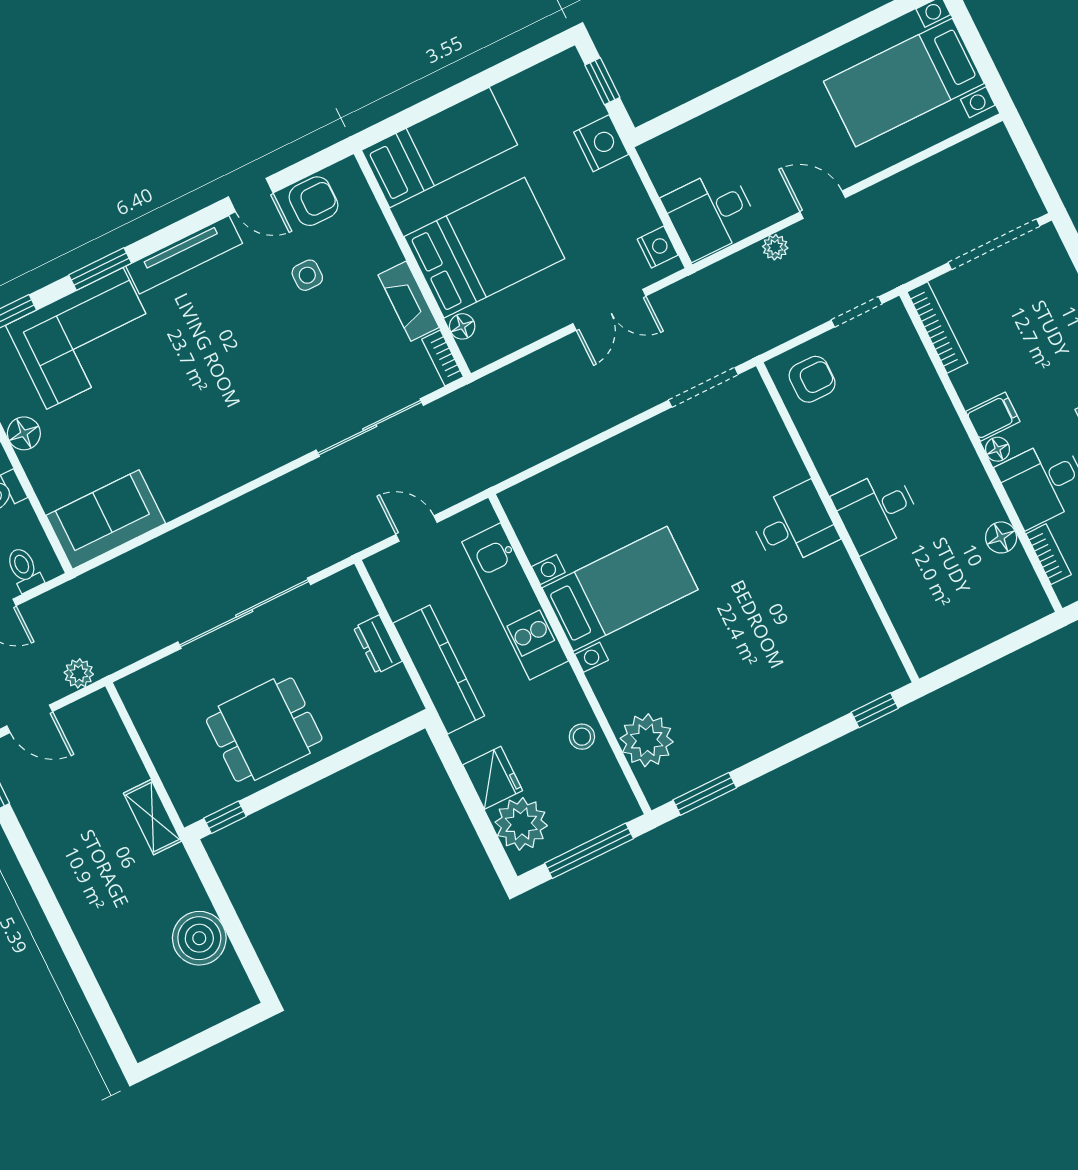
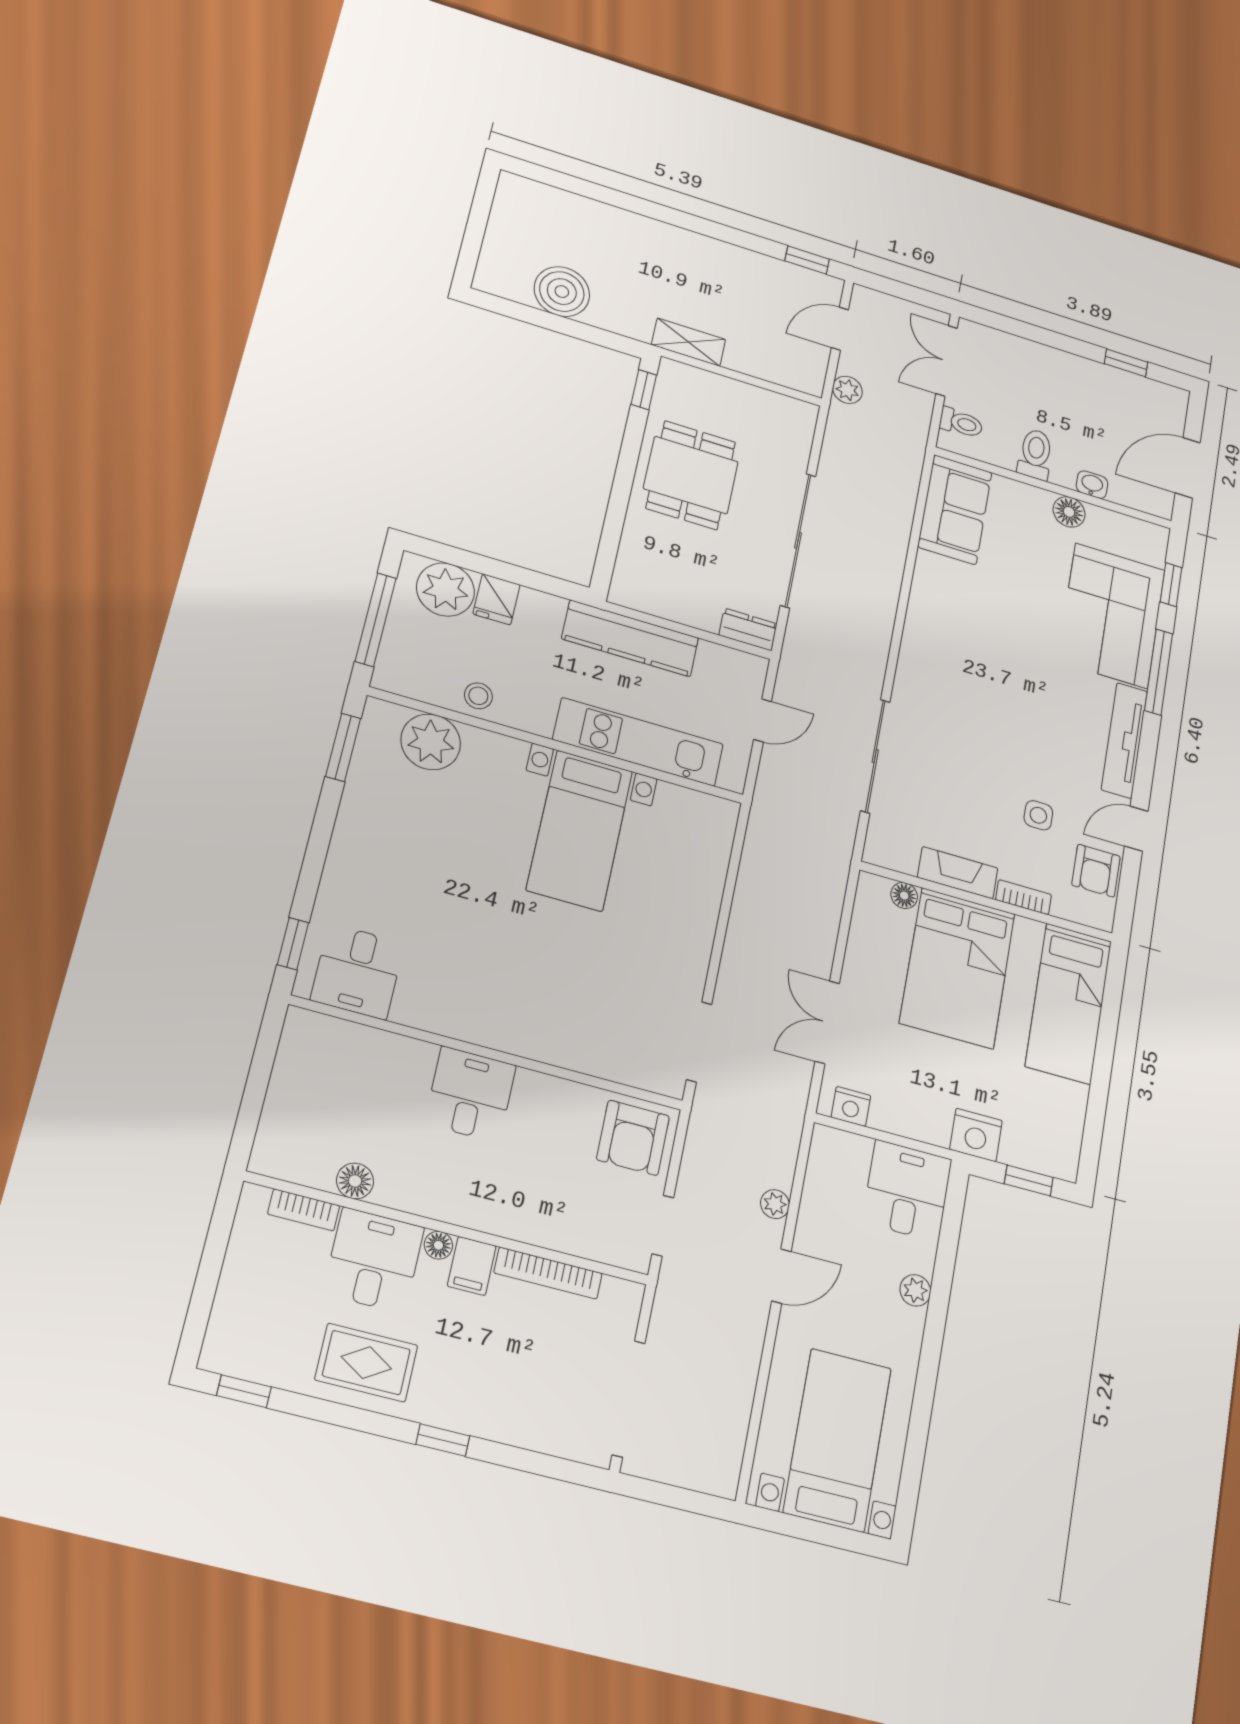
plant: (753, 105) -> (915, 1290), added
desk: (710, 213) -> (907, 1191), moved
window: (100, 269) -> (1159, 672), width x1.44
bookcase: (937, 328) -> (548, 1273), moved
bookcase: (443, 358) -> (1024, 897), moved
armchair: (812, 379) -> (633, 1138), width x1.38, depth x1.38
desk: (793, 525) -> (358, 971), moved
dresser: (378, 644) -> (748, 630), moved
fridge: (493, 778) -> (496, 599), width x0.72

